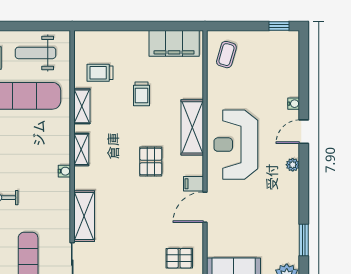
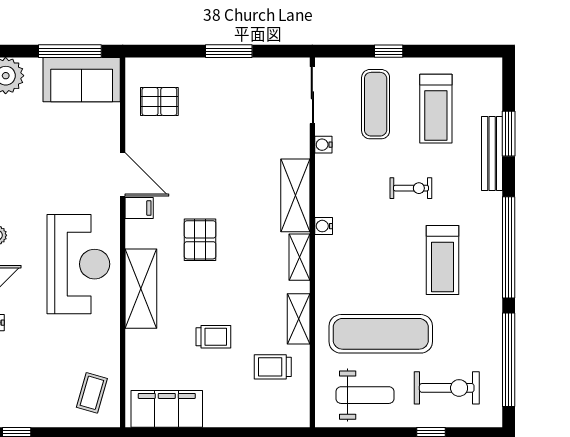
trolley: (100, 73) -> (273, 367), turned 180
trolley: (141, 94) -> (213, 337), turned 90
door: (205, 207) -> (123, 174), hinge flipped
shelving: (84, 216) -> (295, 195), moved
water cooler: (65, 228) -> (323, 145), added

